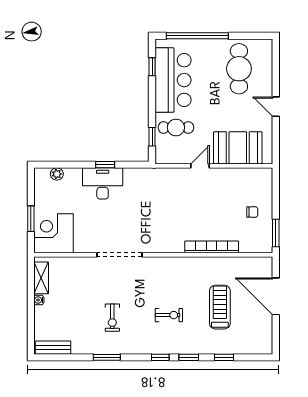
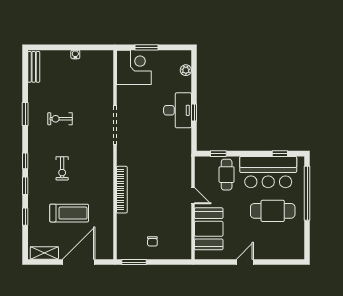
cafe table: (239, 69) -> (273, 211), moved
bookcase: (212, 247) -> (122, 190), moved
shelving: (41, 278) -> (44, 253), moved

